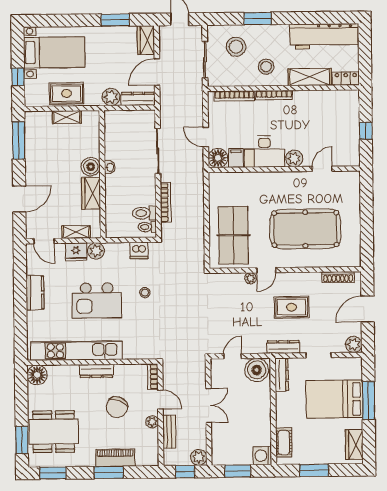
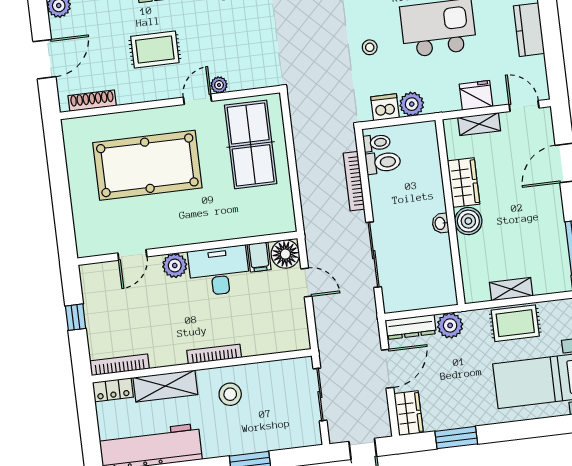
stool: (236, 47) -> (277, 418), removed
bookcase: (234, 96) -> (119, 365), moved
plant: (96, 251) -> (412, 104), moved

